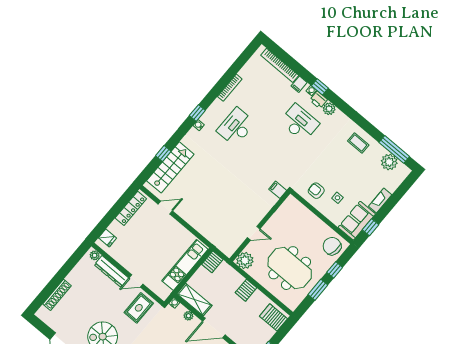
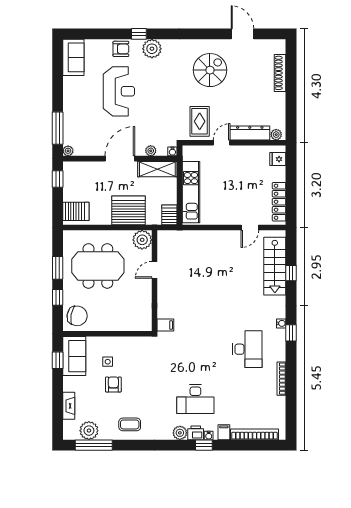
armchair: (316, 191) -> (113, 384), moved, turned -90
fireplace: (380, 201) -> (69, 406), moved
server rack: (246, 290) -> (128, 210), width x2.18, depth x1.44

